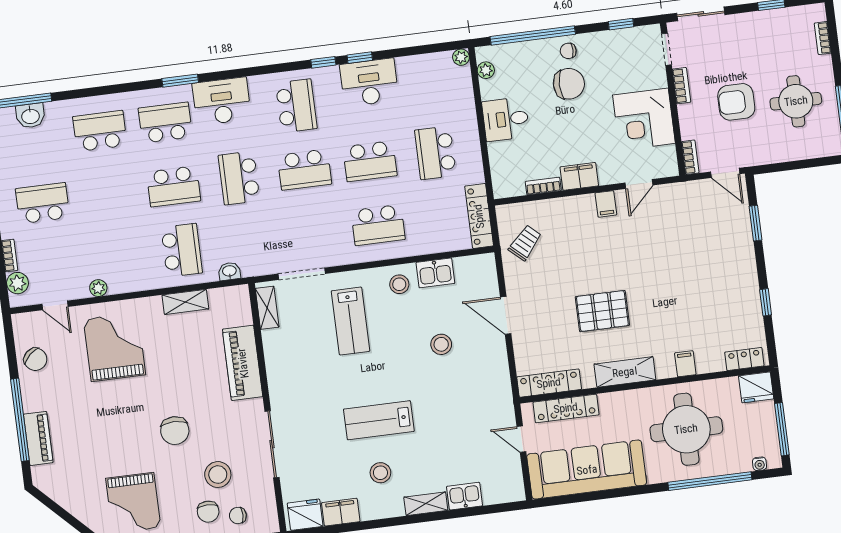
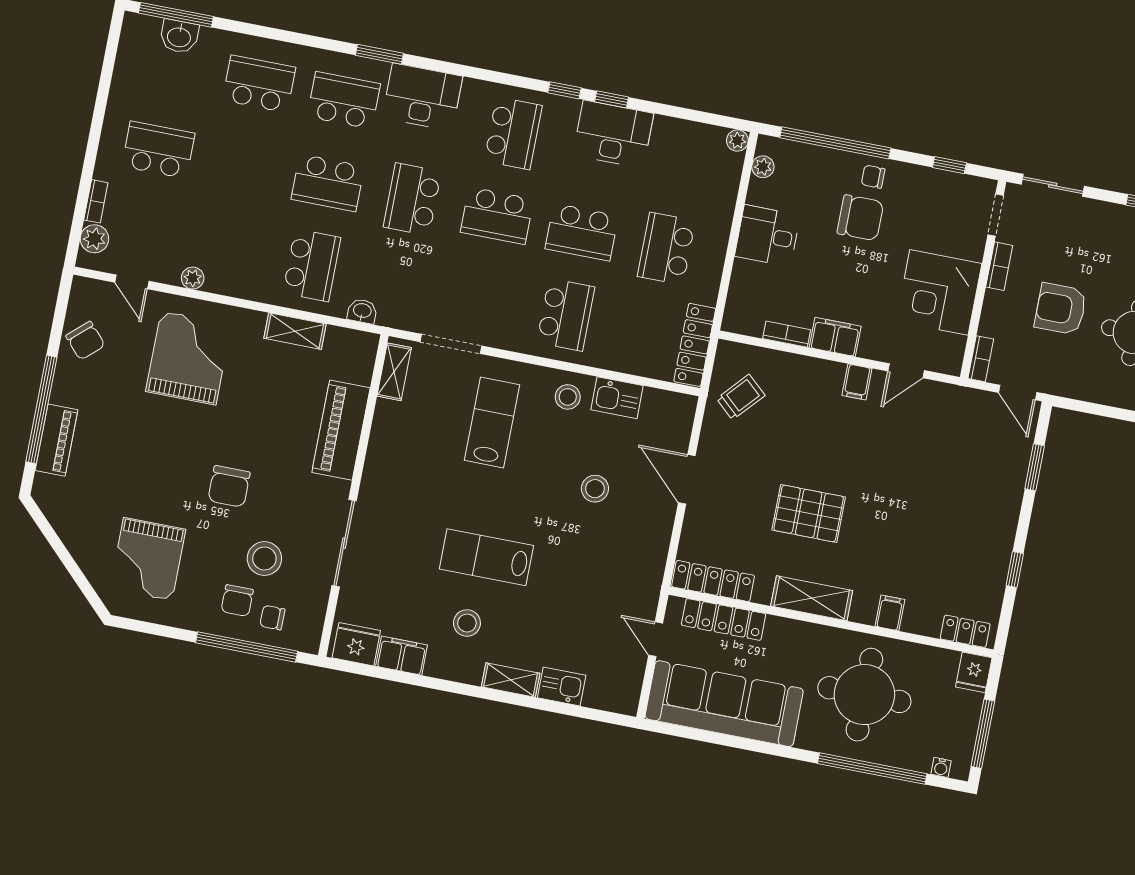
school desk: (378, 225) -> (566, 315), turned -90
lab bench: (351, 321) -> (492, 423), turned 180
fridge: (756, 387) -> (974, 672), width x0.72

